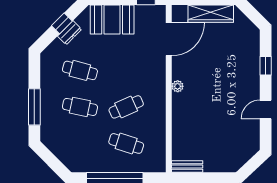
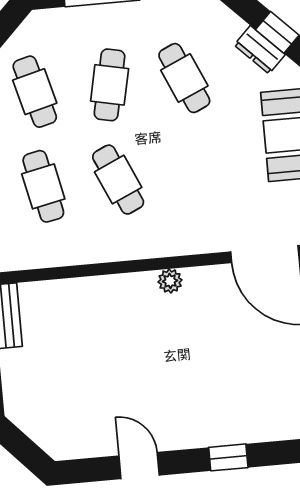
cafe table: (80, 70) -> (184, 78), turned -39
cafe table: (80, 143) -> (35, 92), added
cafe table: (126, 143) -> (43, 186), turned -30

